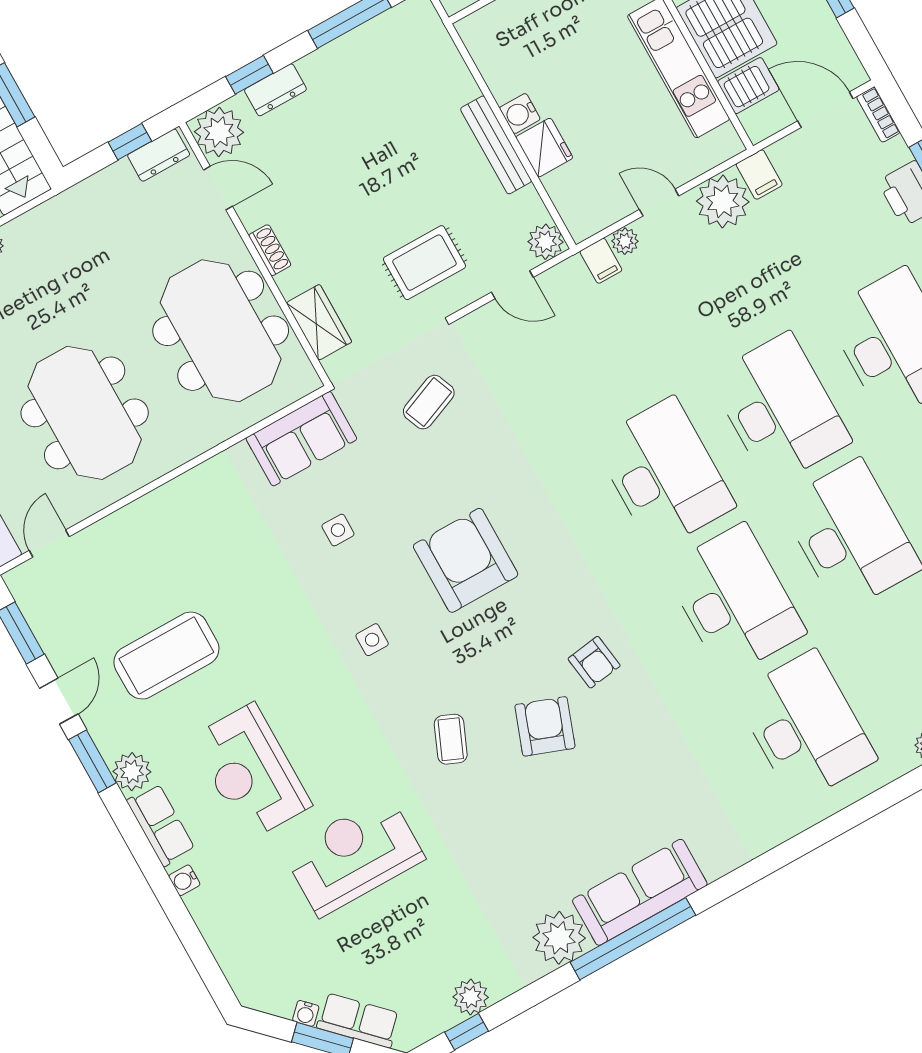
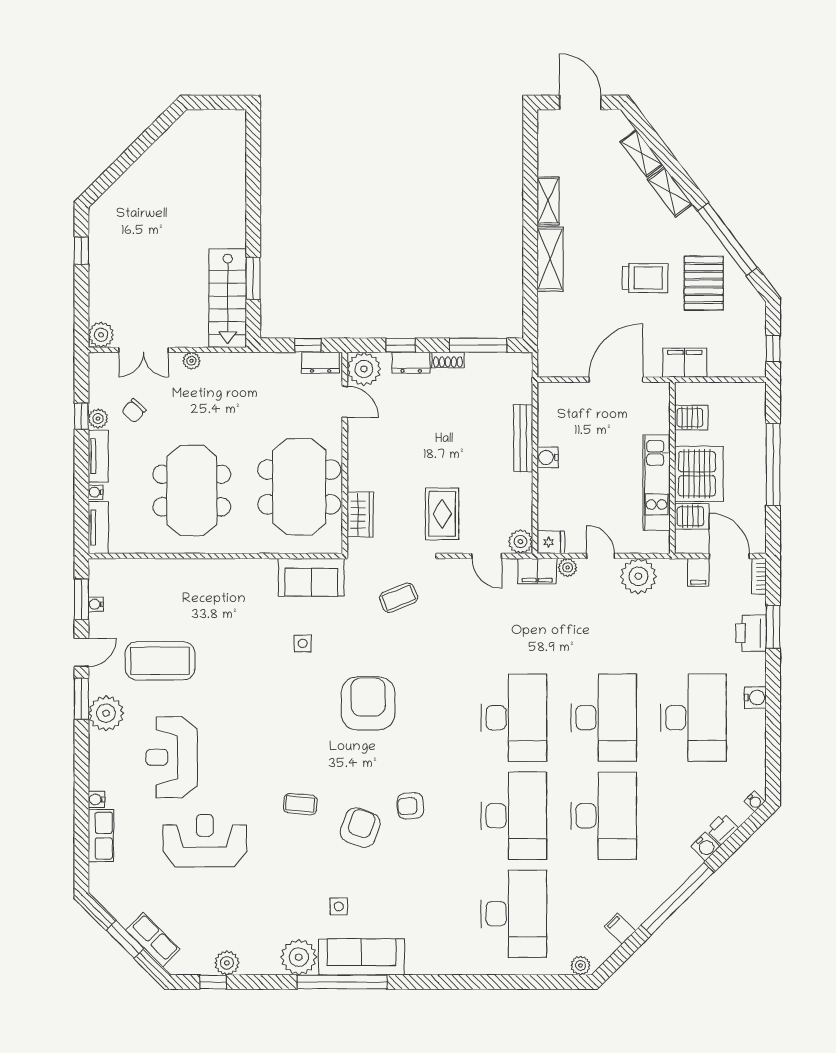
bench: (496, 145) -> (523, 438), moved
fridge: (544, 148) -> (551, 542), moved, width x0.72
filing cabinet: (759, 175) -> (698, 572), moved
shoe rack: (270, 250) -> (448, 360), moved, turned 90
filing cabinet: (601, 261) -> (537, 571), width x2.00
rug: (424, 263) -> (442, 514), turned 90
door: (49, 543) -> (128, 556), removed
side table: (372, 640) -> (339, 906), moved
armchair: (594, 662) -> (410, 806), turned 93
coffee table: (451, 739) -> (300, 804), turned 72
plant: (132, 772) -> (106, 713), width x1.36, depth x1.36
row of seats: (161, 825) -> (101, 836), moved
water cooler: (306, 1013) -> (96, 604), moved, turned 45

